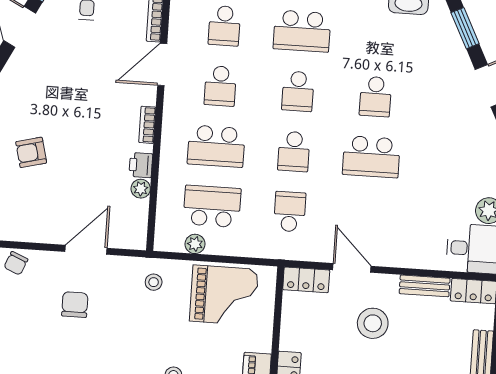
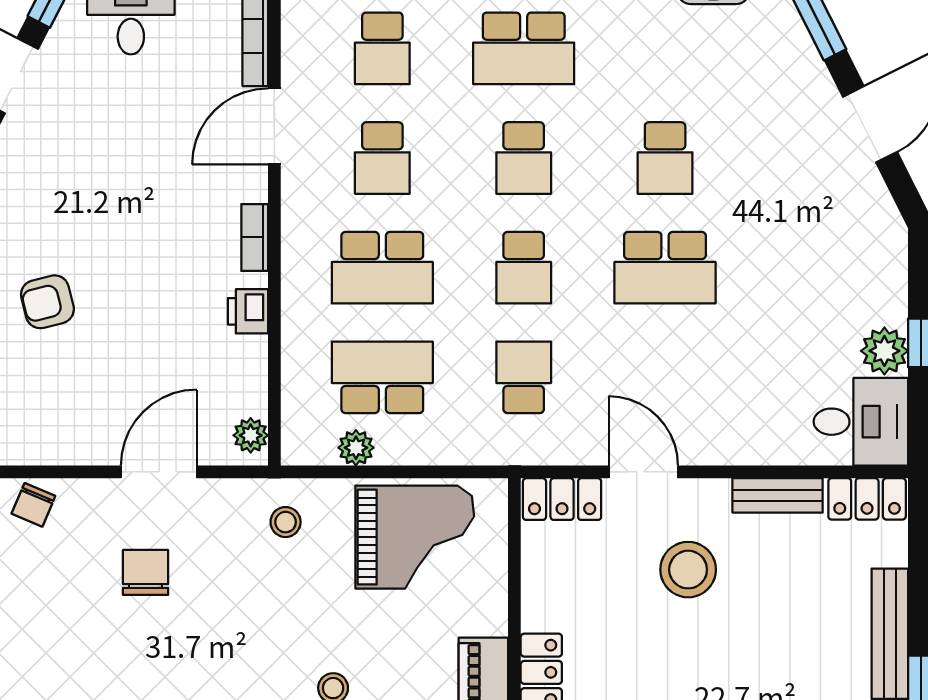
plant: (141, 189) -> (251, 435), moved

